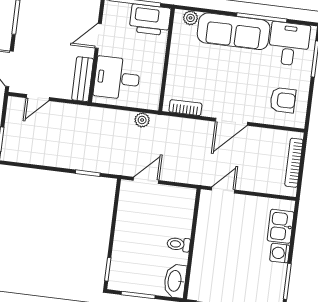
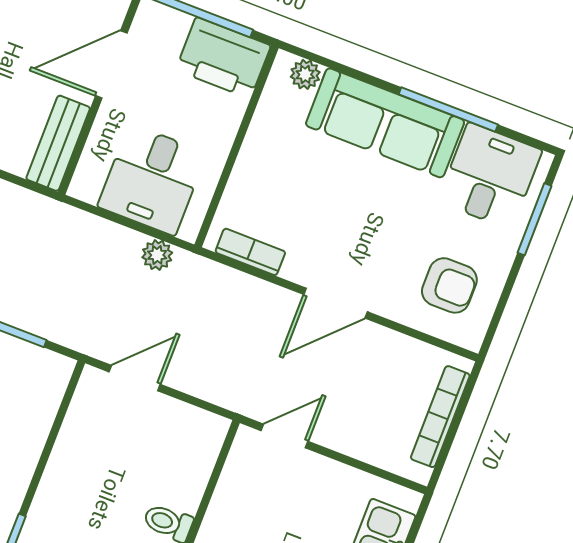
door: (98, 36) -> (111, 64), width x1.38
desk: (117, 78) -> (152, 180), moved, turned -90

